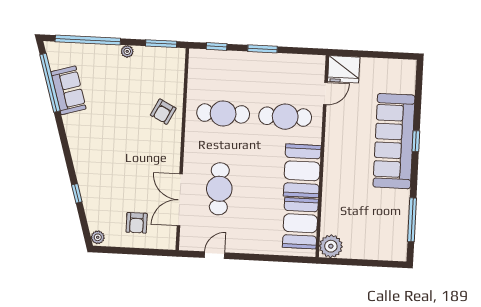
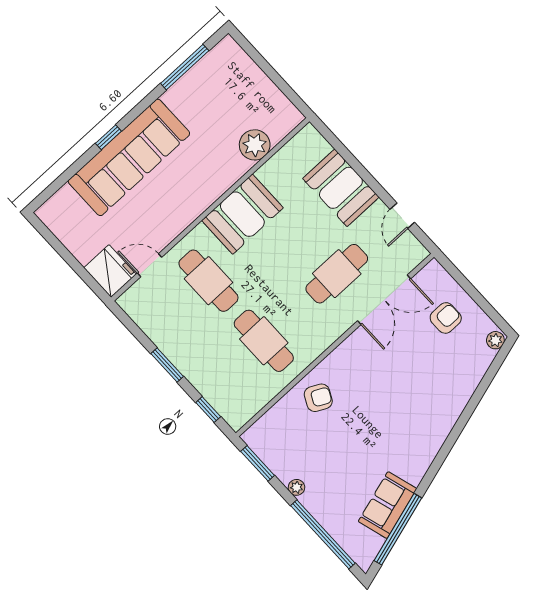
window: (77, 193) -> (475, 401), removed
booth: (300, 223) -> (341, 188), moved, turned 90
plant: (331, 246) -> (255, 145), moved
door: (215, 255) -> (402, 216), hinge flipped

